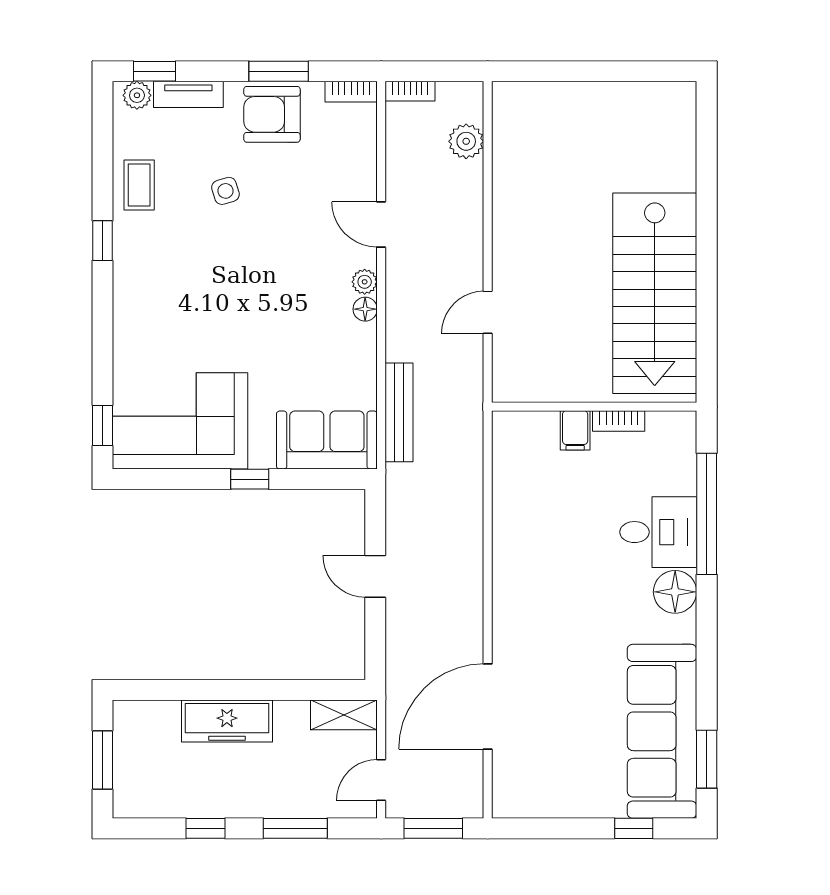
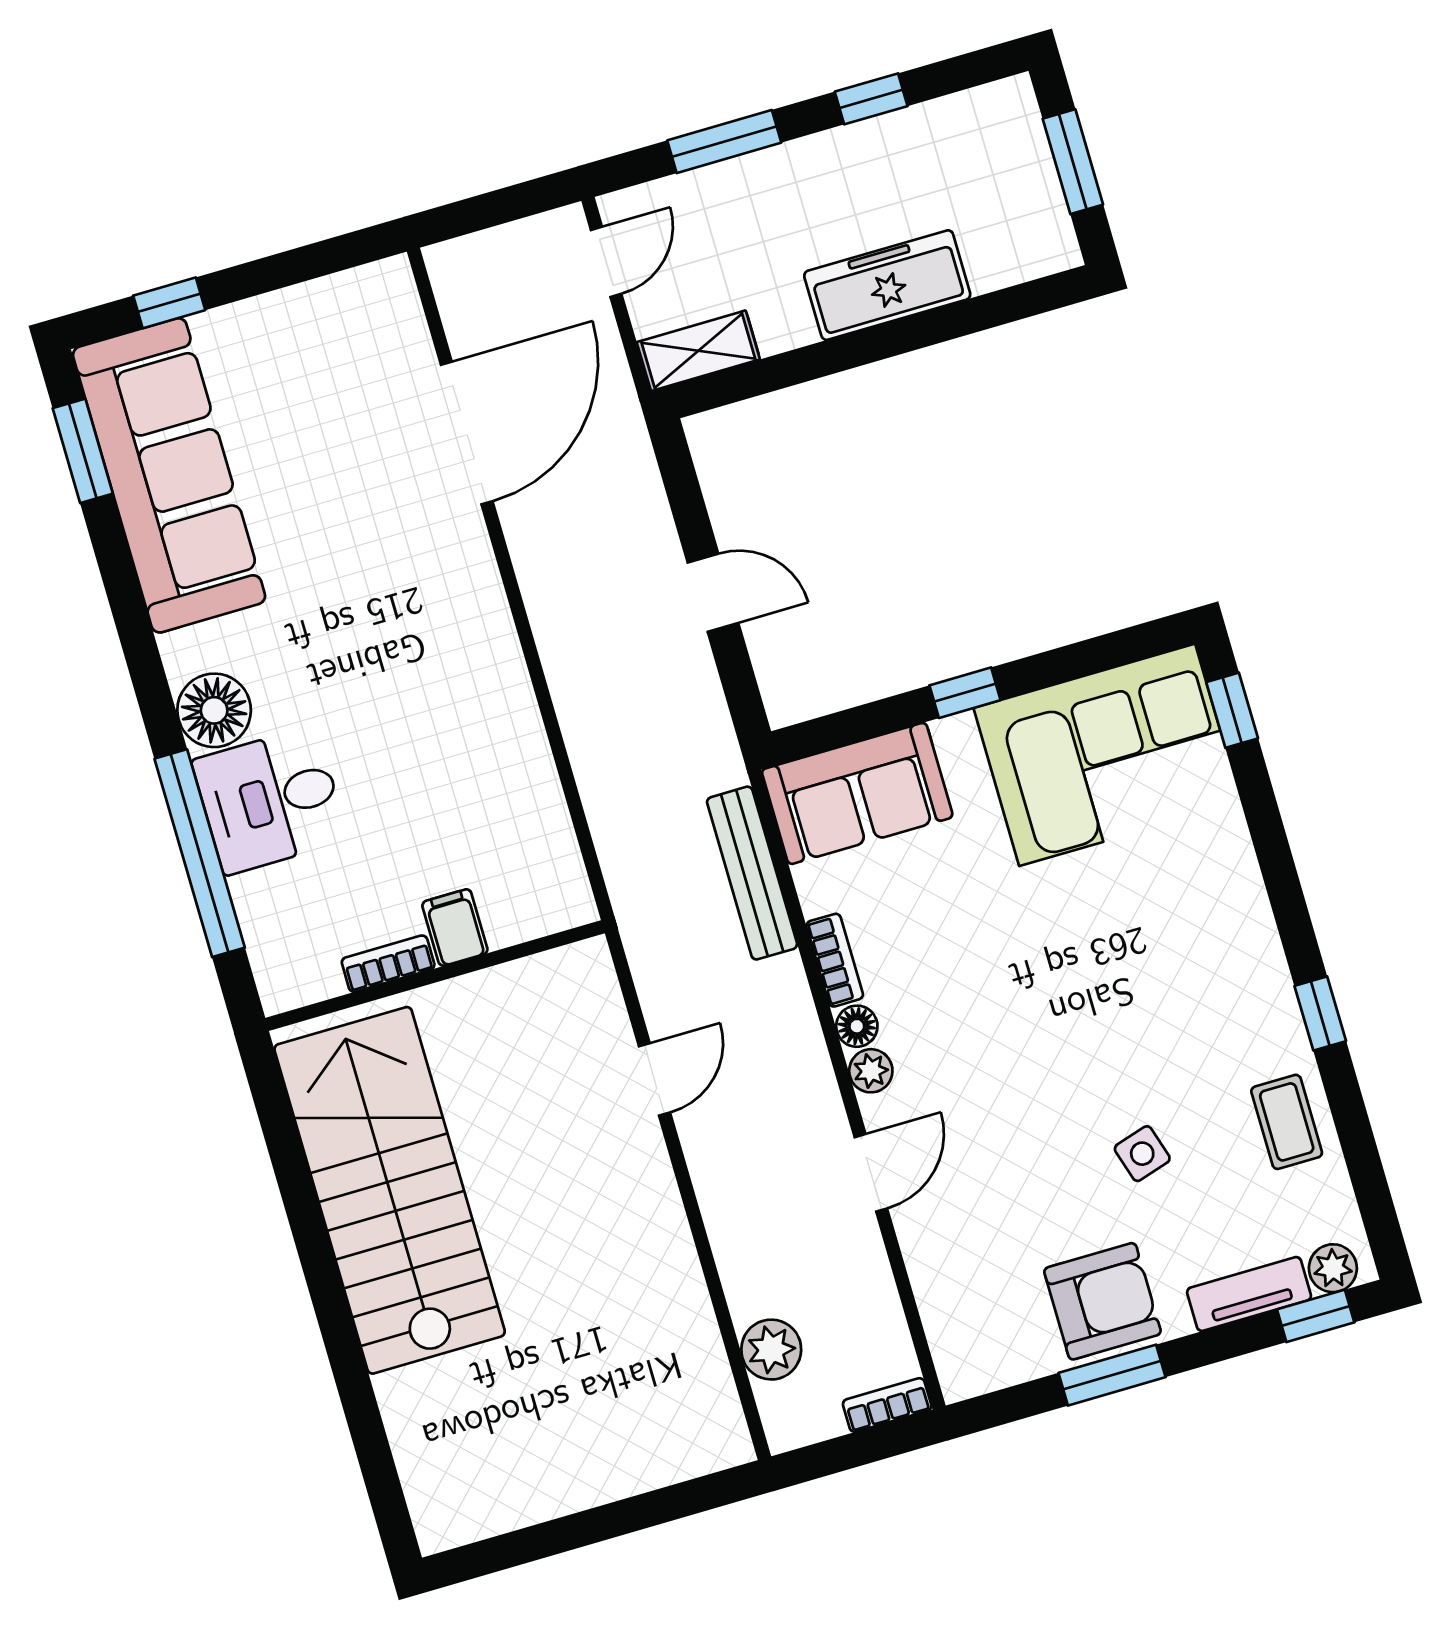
bookcase: (351, 92) -> (835, 960), moved, turned 90
door: (381, 224) -> (871, 1173), hinge flipped
window: (433, 828) -> (498, 207), removed

